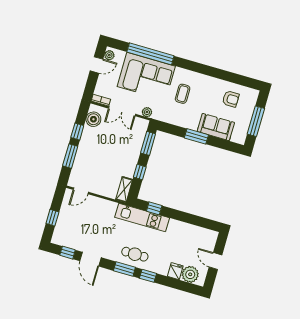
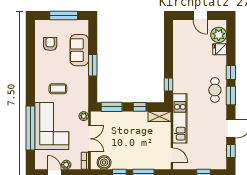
plant: (109, 55) -> (66, 165), moved
kitchen unit: (142, 218) -> (180, 118), moved
door: (216, 261) -> (200, 16), hinge flipped

